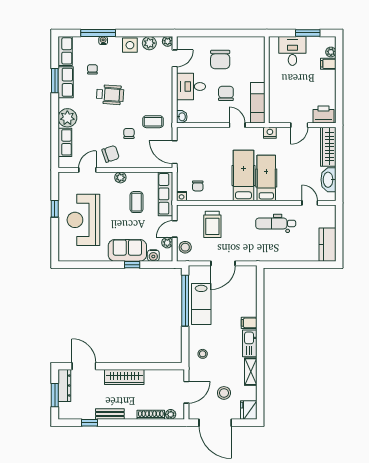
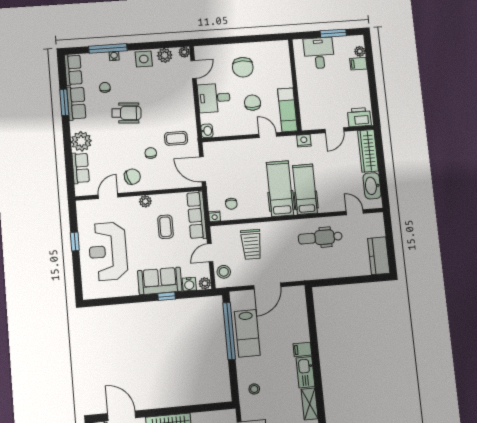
plant: (167, 243) -> (205, 283), moved

